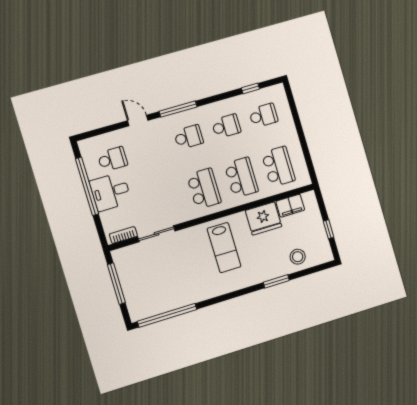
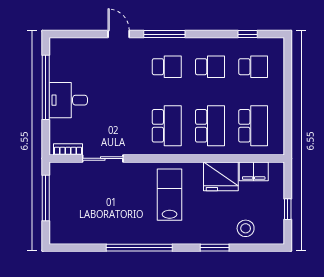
school desk: (112, 159) -> (80, 67), removed
lab bench: (224, 248) -> (170, 195), turned 180
window: (167, 315) -> (139, 248), moved

